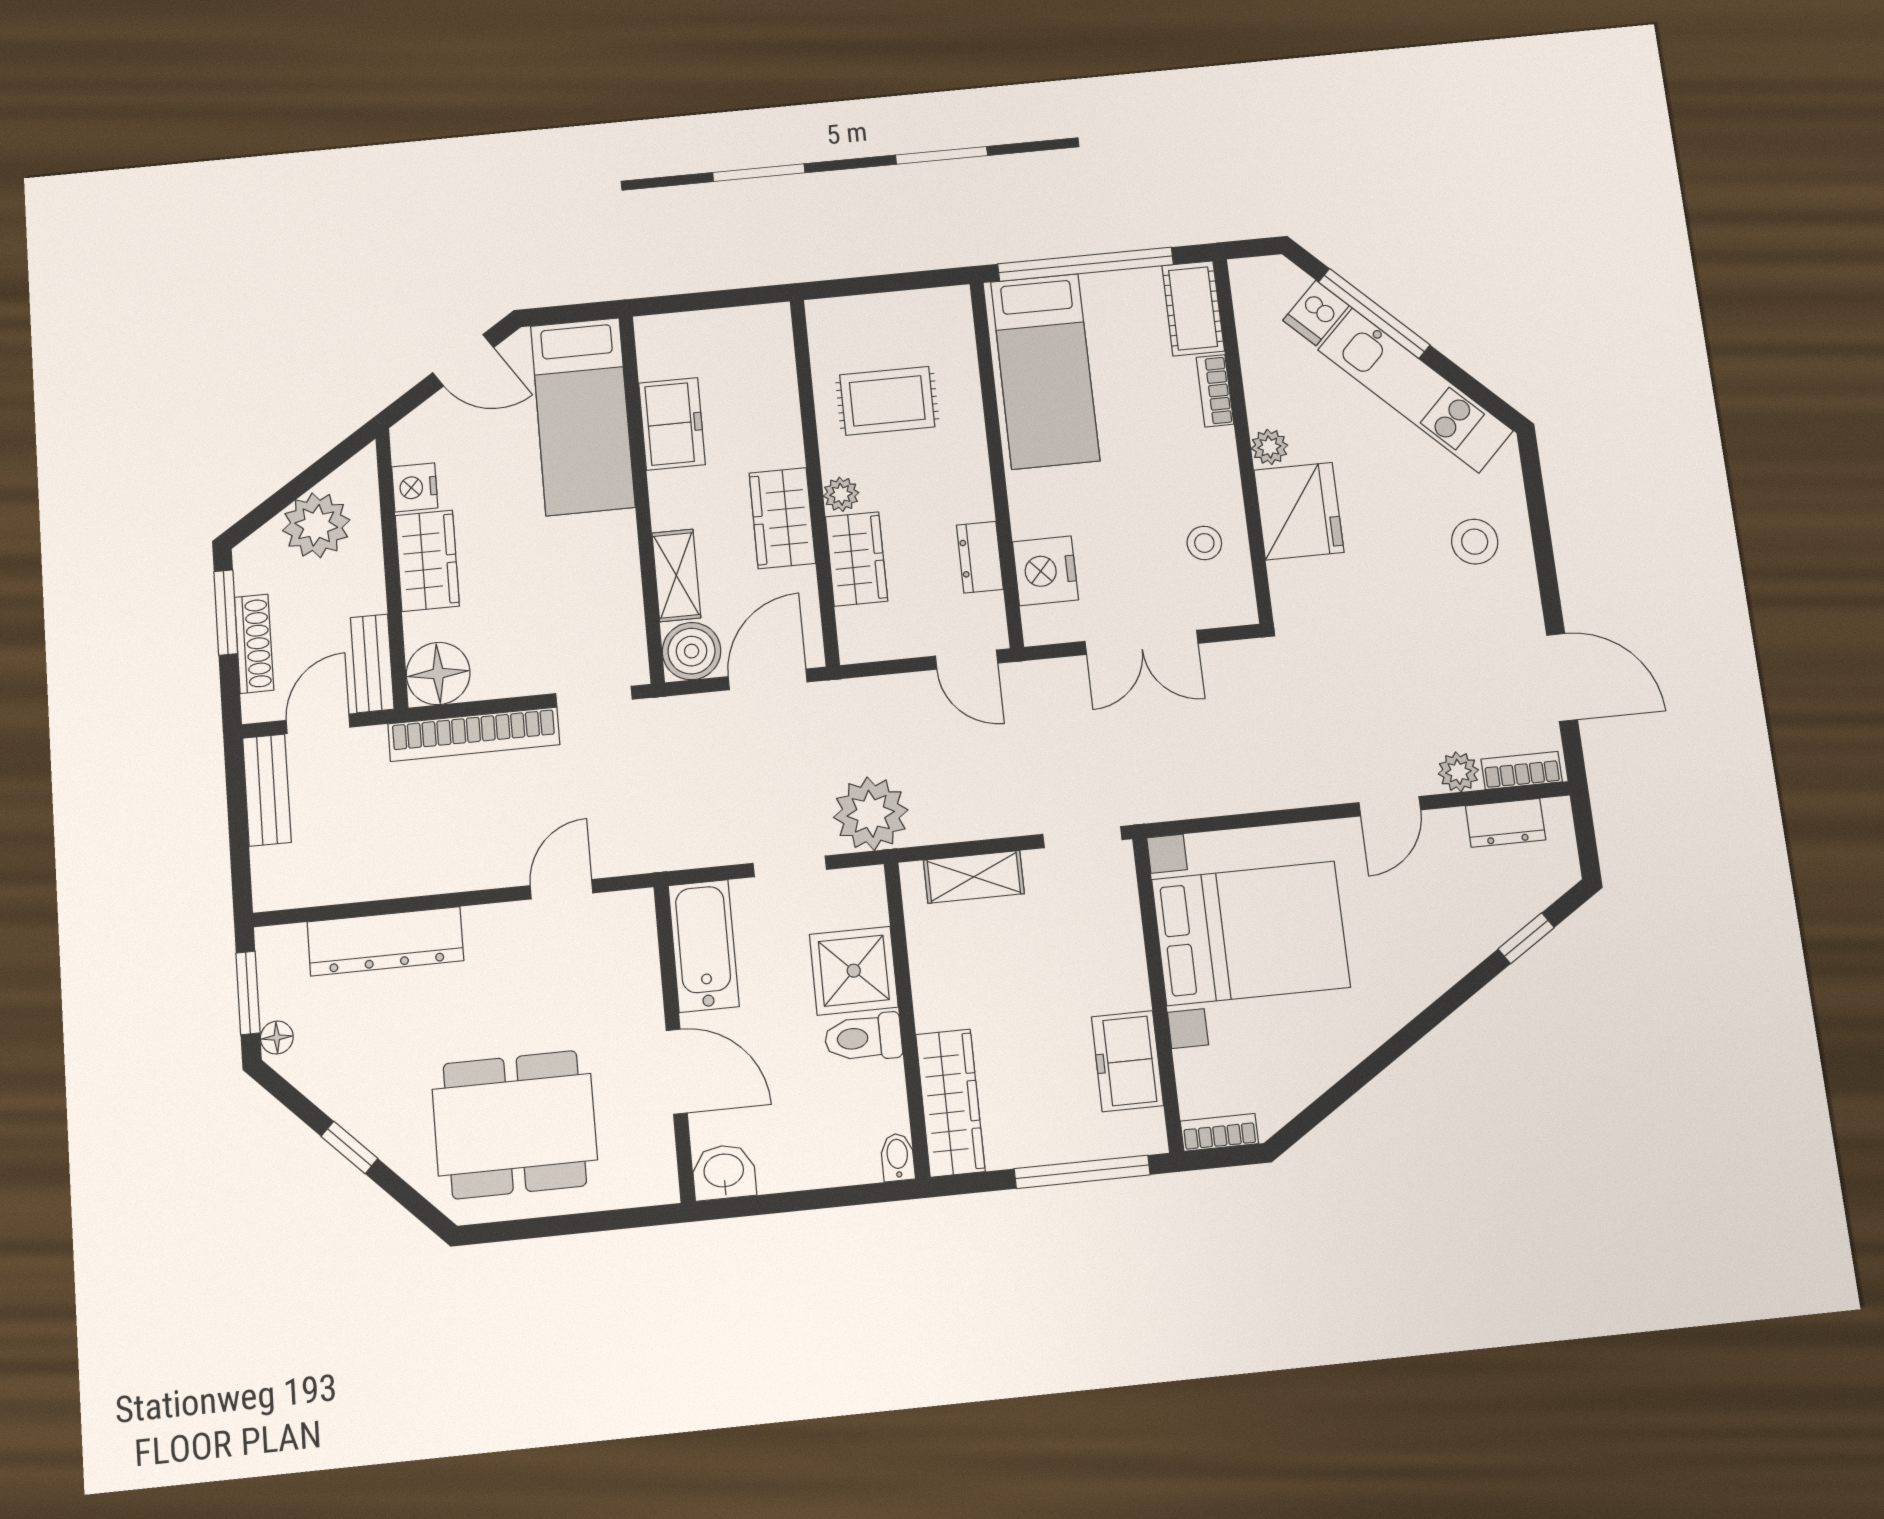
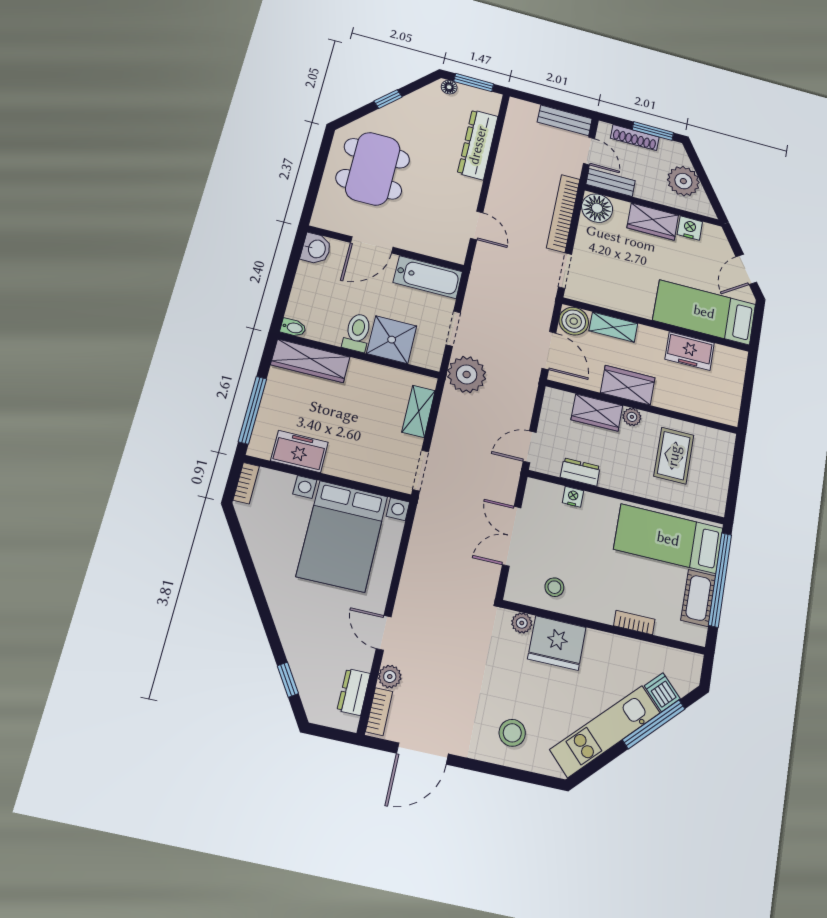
cot: (1193, 308) -> (698, 598), moved, turned 90
plant: (1269, 447) -> (522, 623), moved
nightstand: (1045, 571) -> (573, 497), width x0.53, depth x0.56

